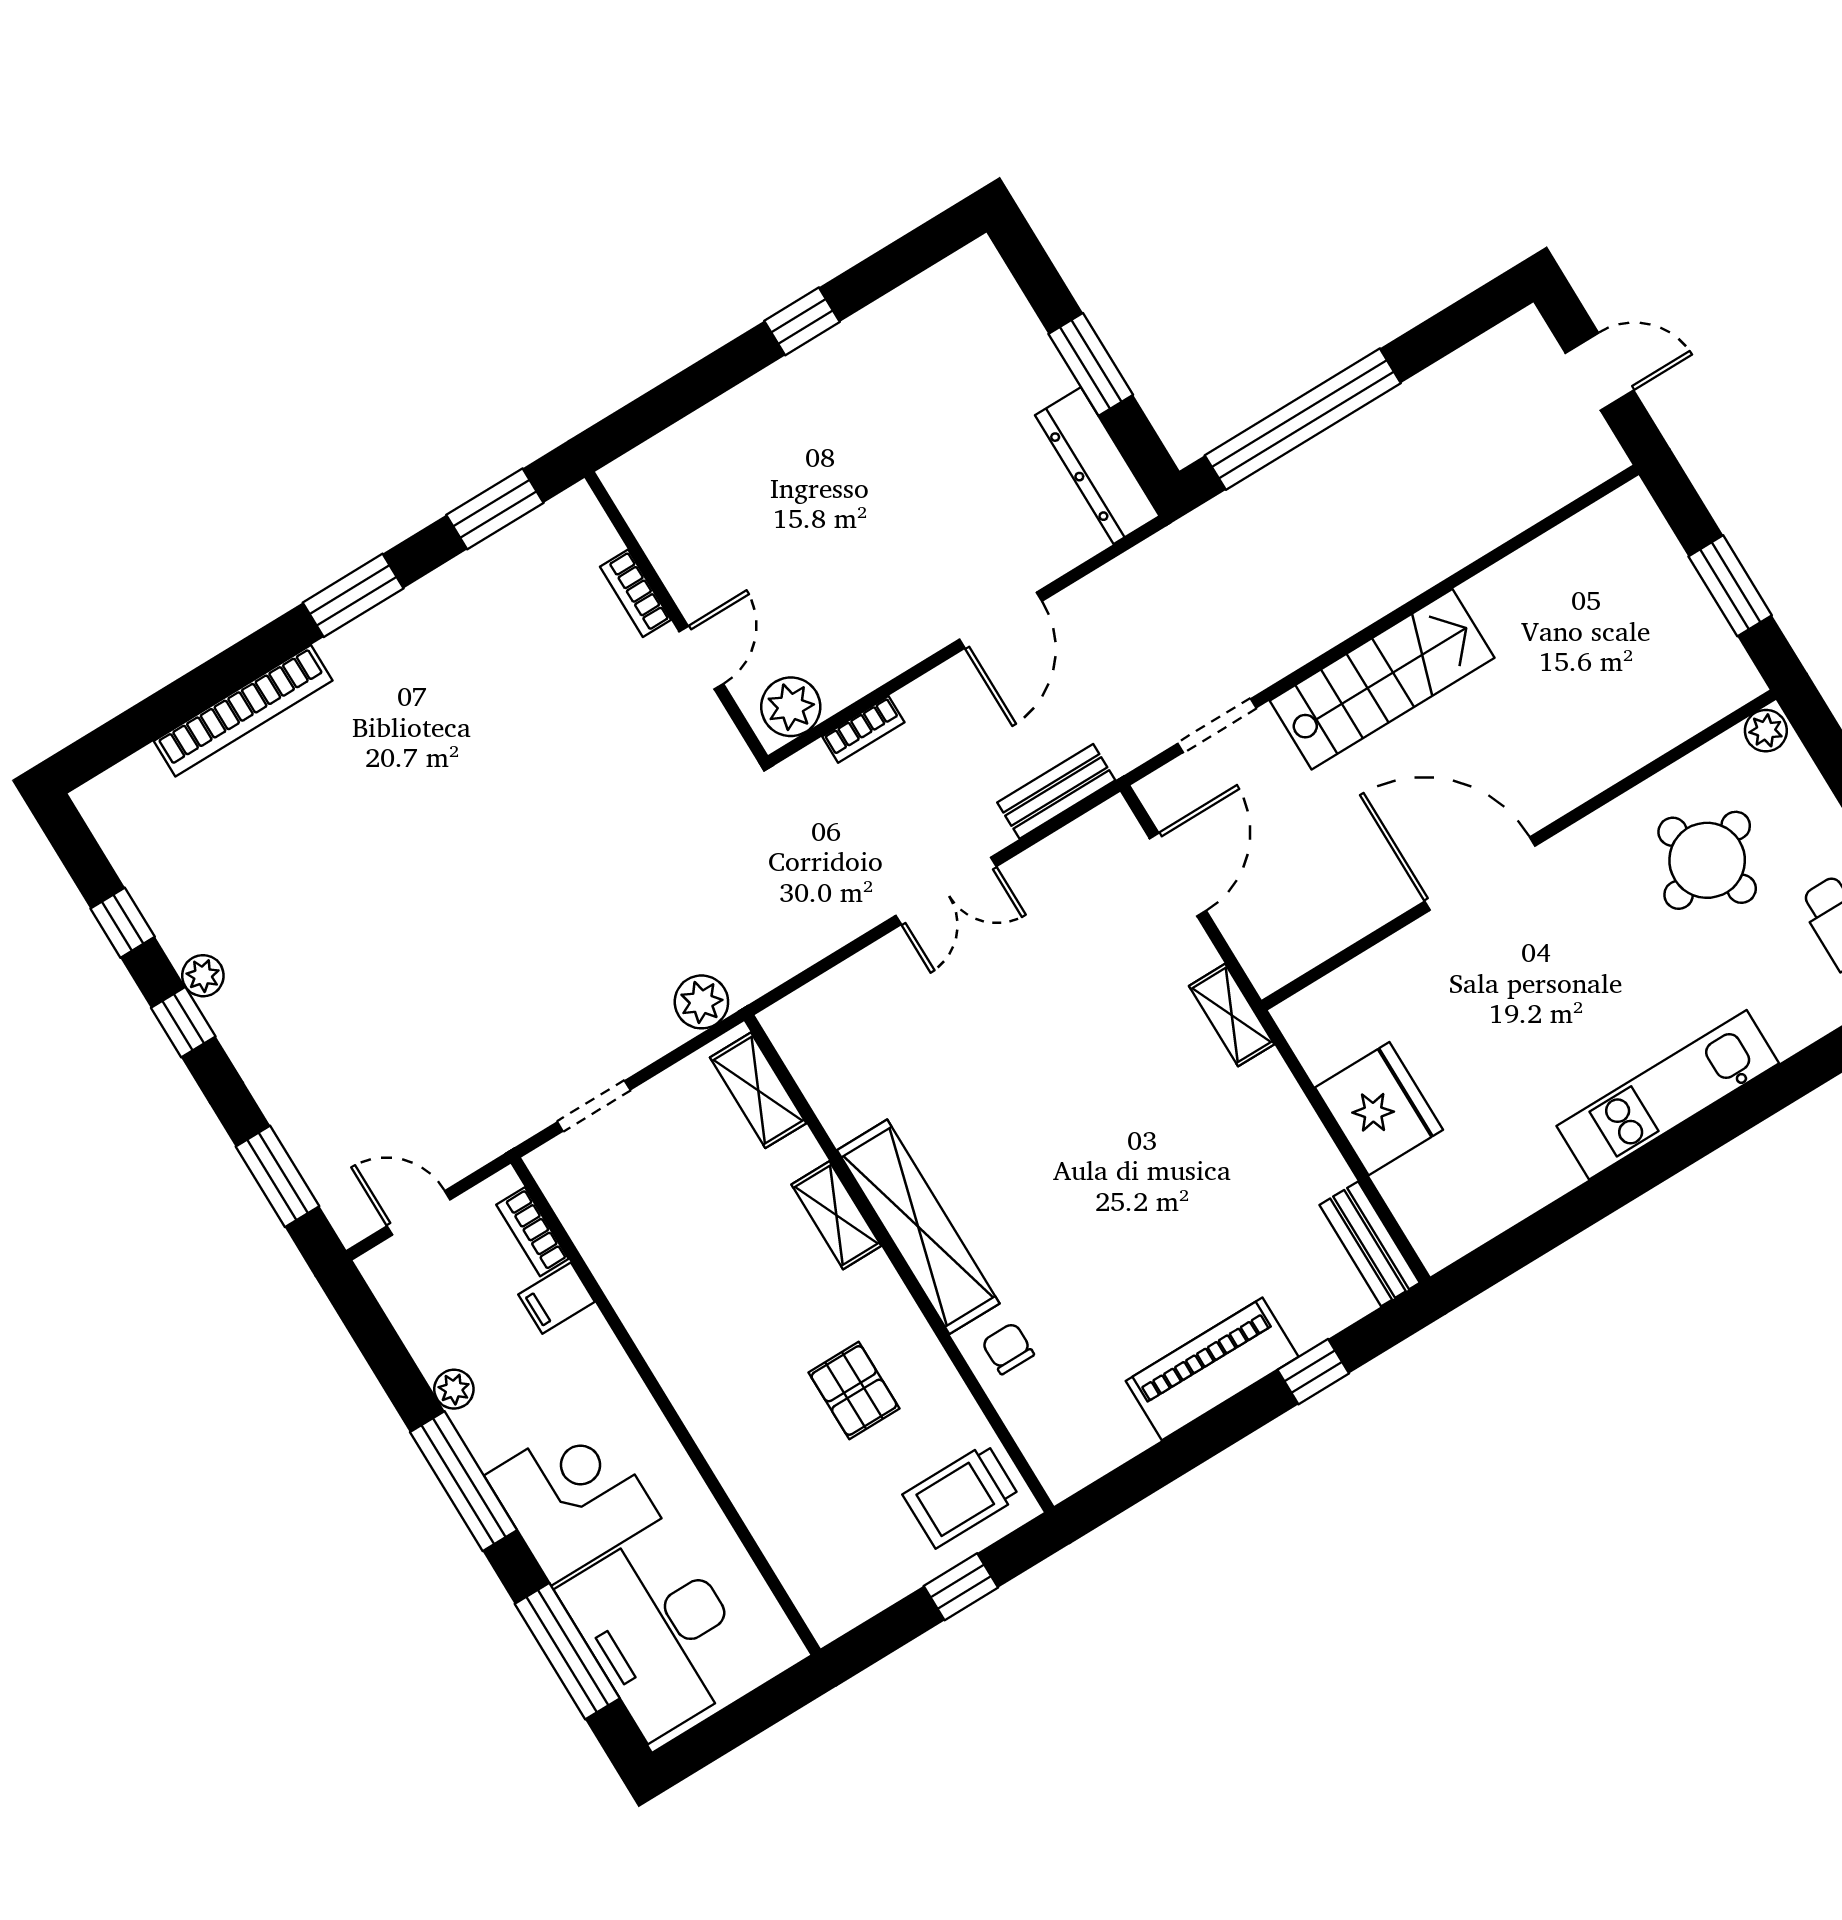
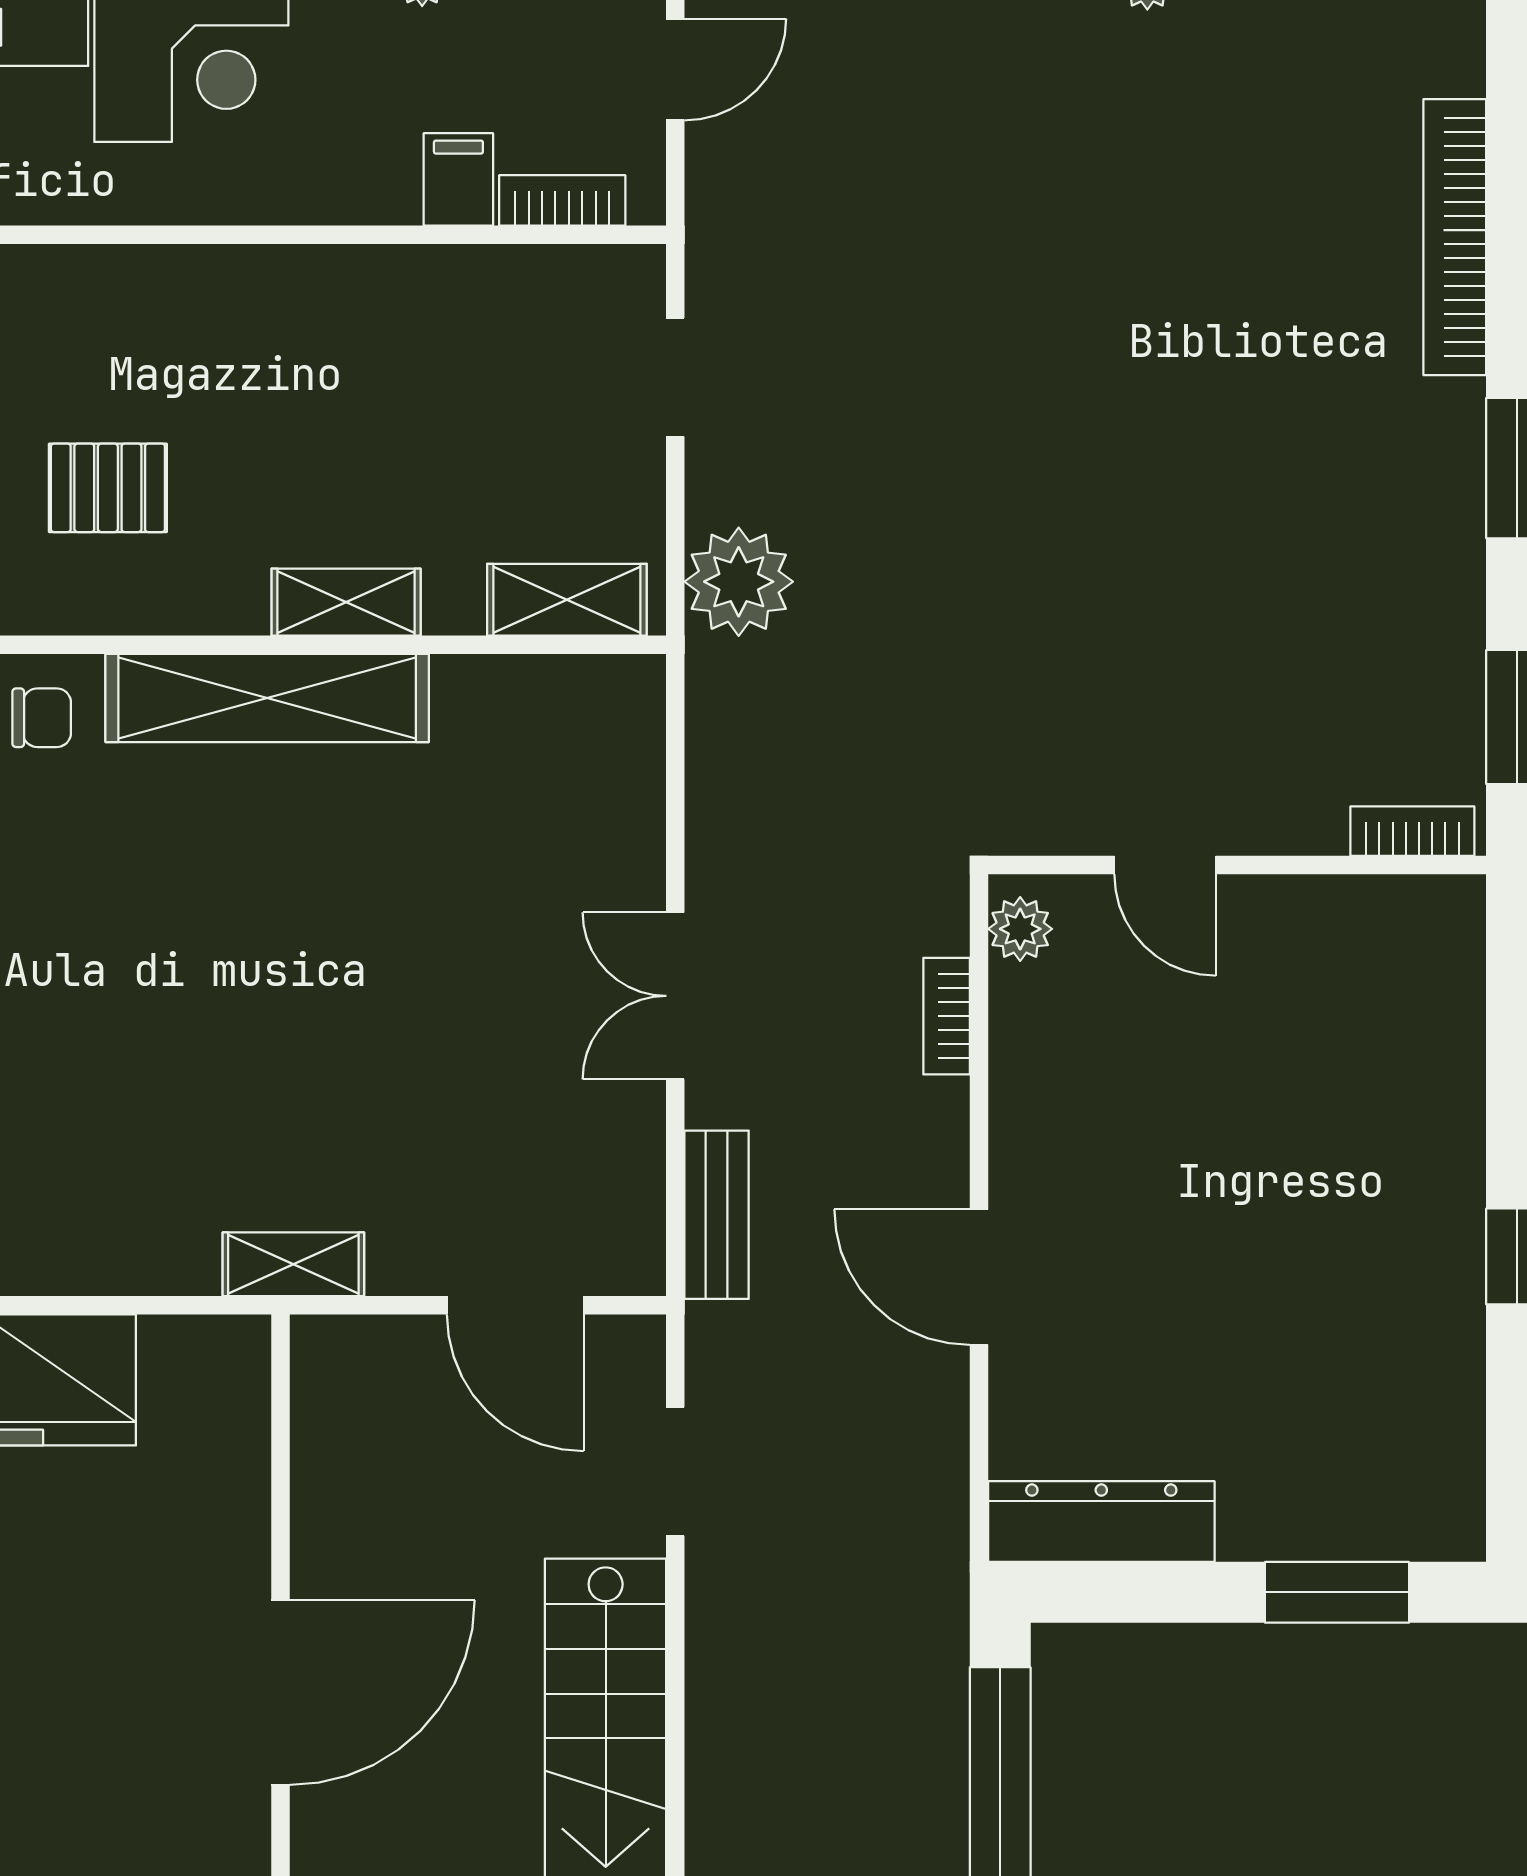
window: (1091, 364) -> (1337, 1592), moved
bookcase: (635, 593) -> (1412, 831), moved
plant: (791, 707) -> (1020, 929), width x0.73, depth x0.73
plant: (701, 1002) -> (739, 582), width x1.36, depth x1.36

